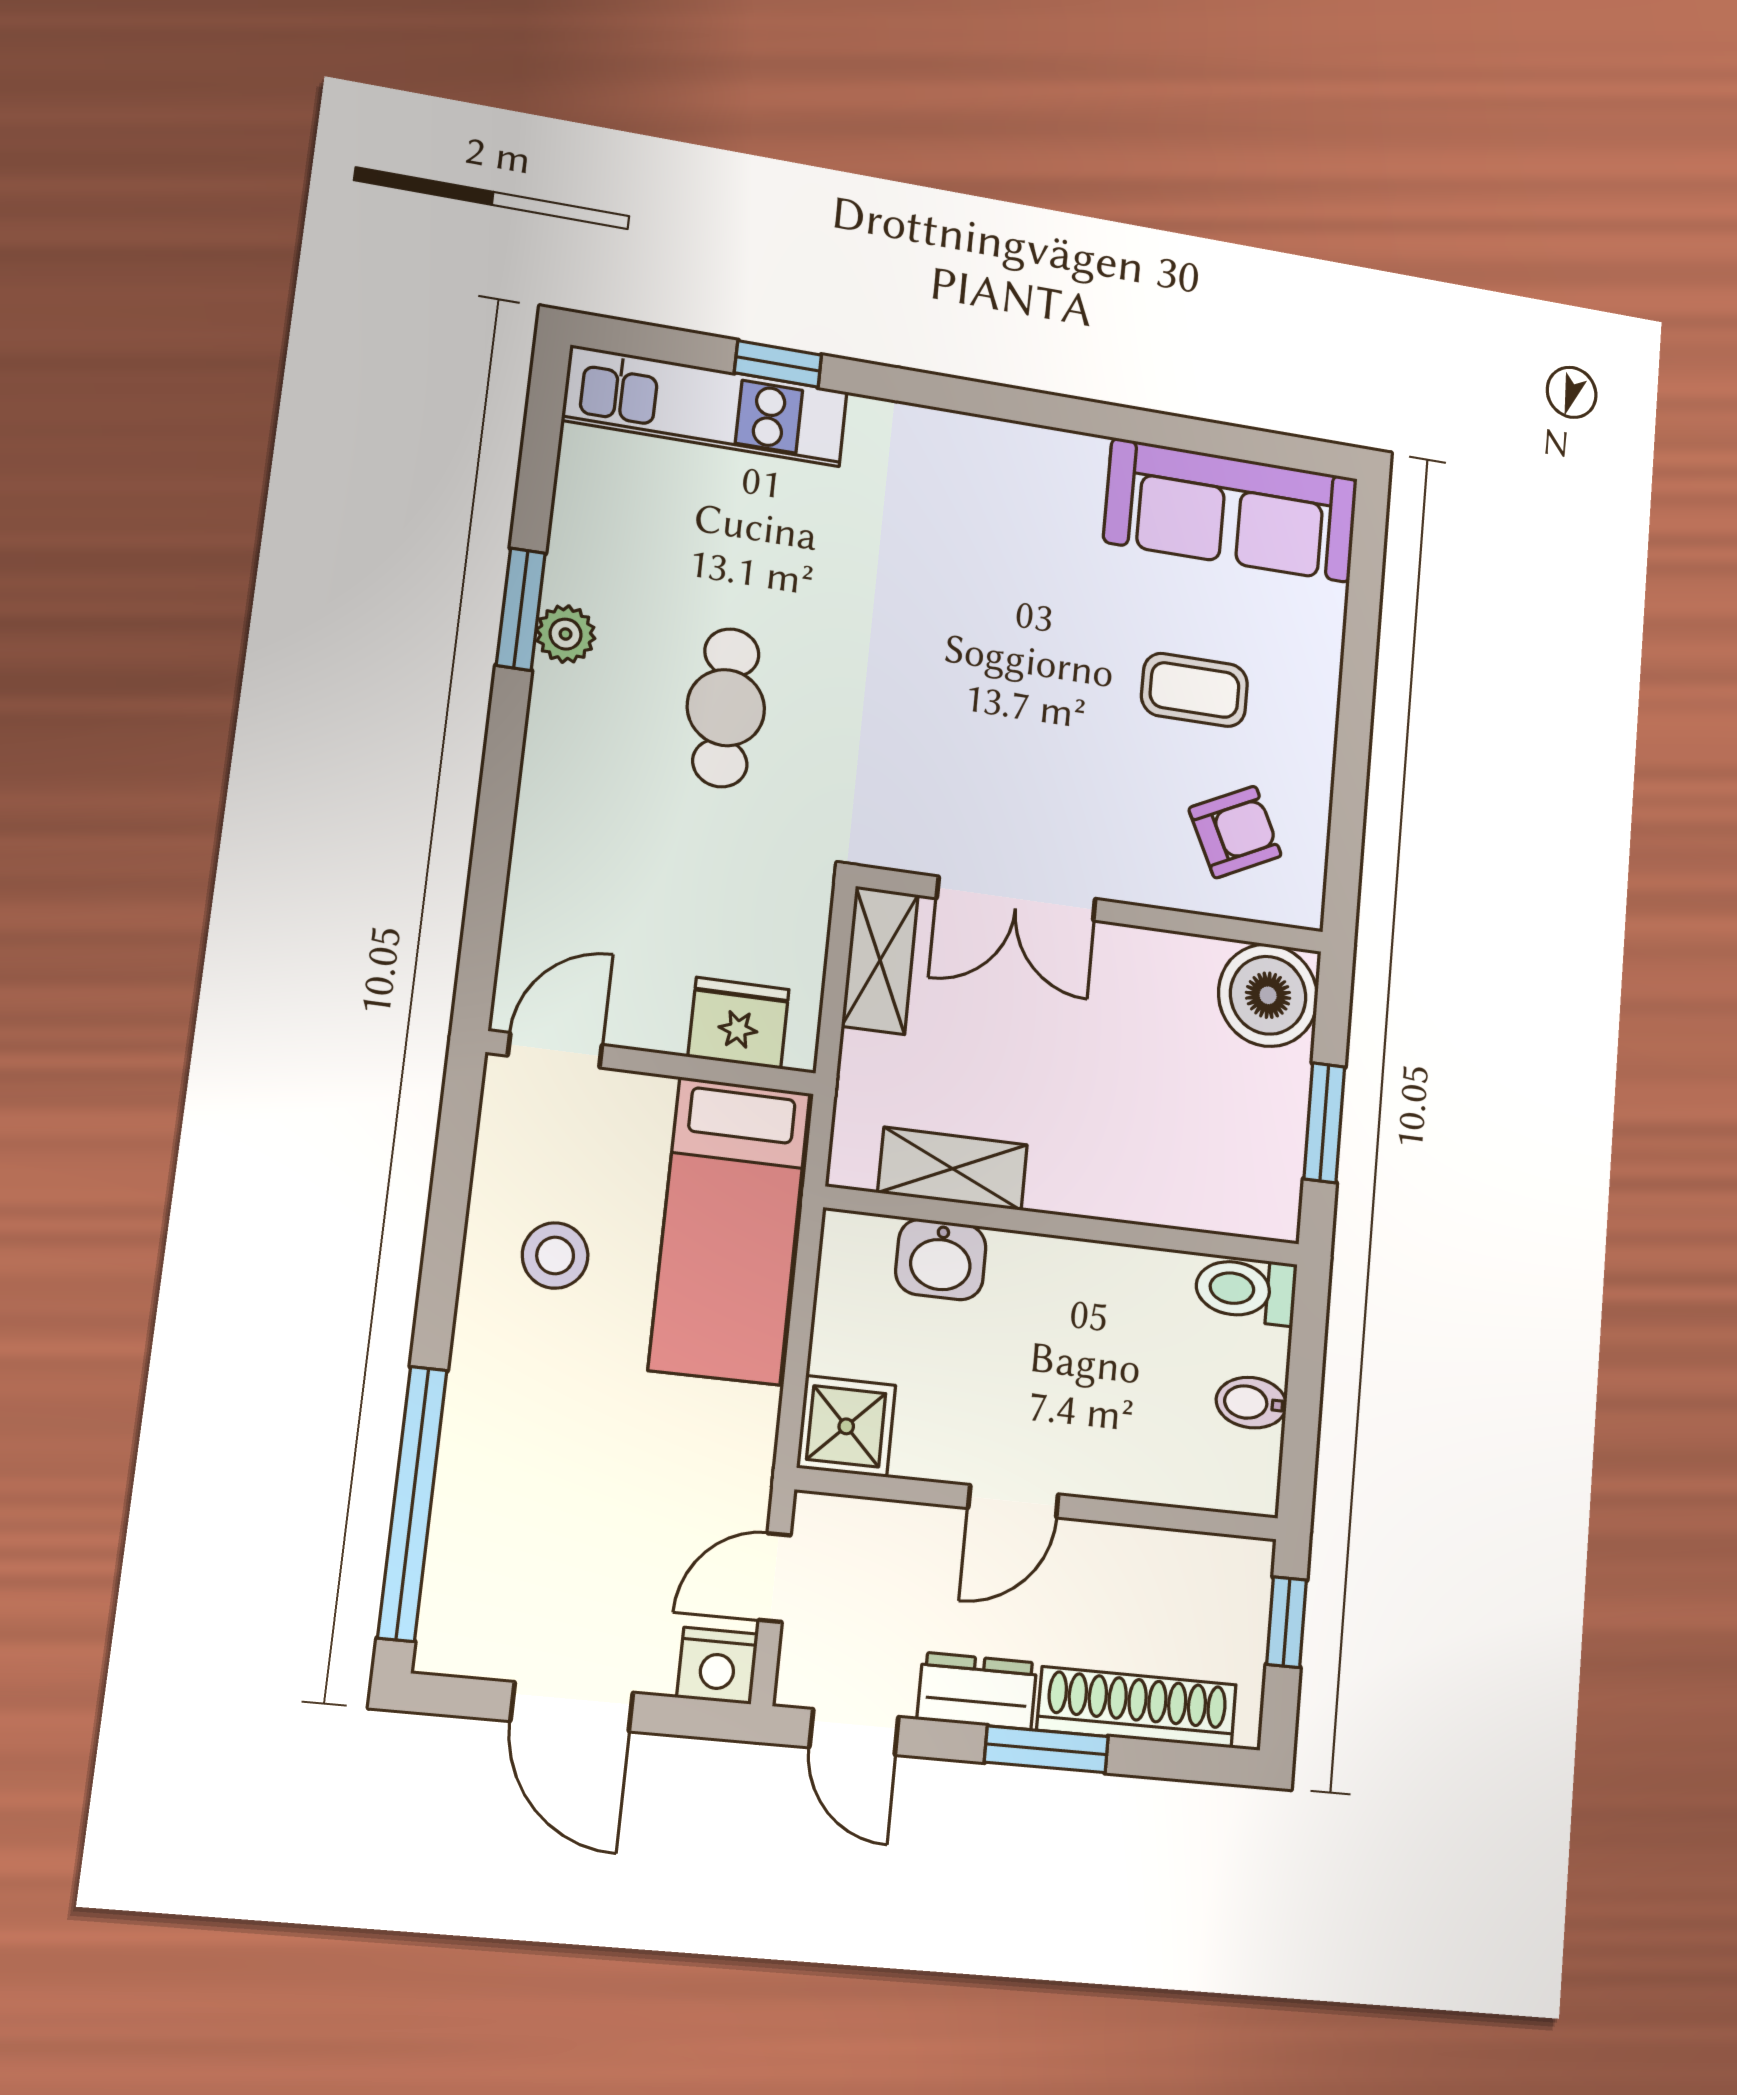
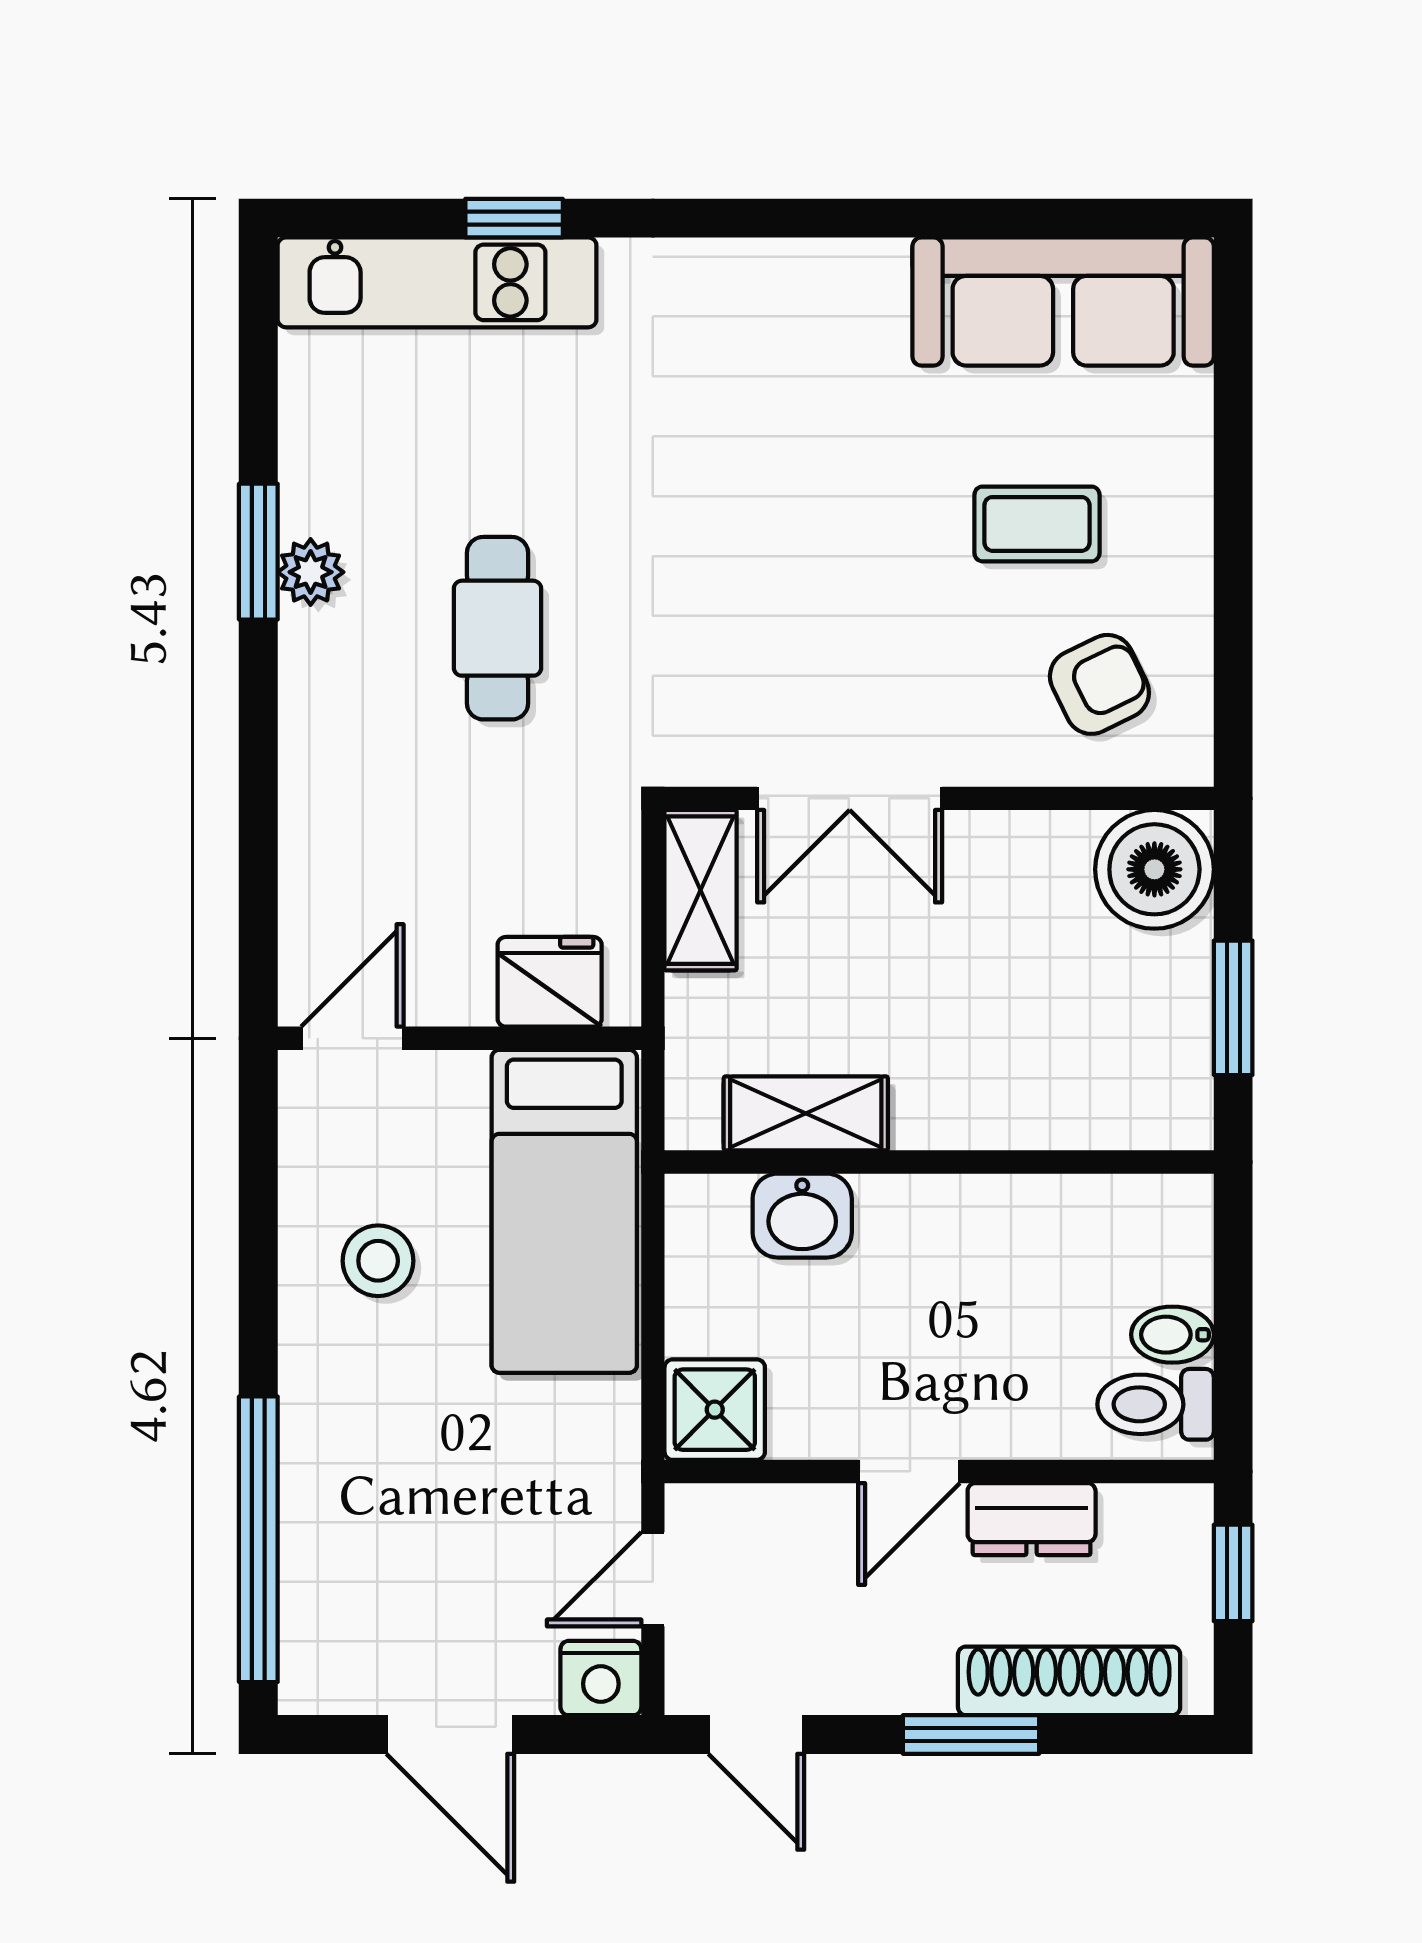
toilet: (1246, 1290) -> (1156, 1404), moved
dresser: (977, 1691) -> (1032, 1519), moved, turned 180

